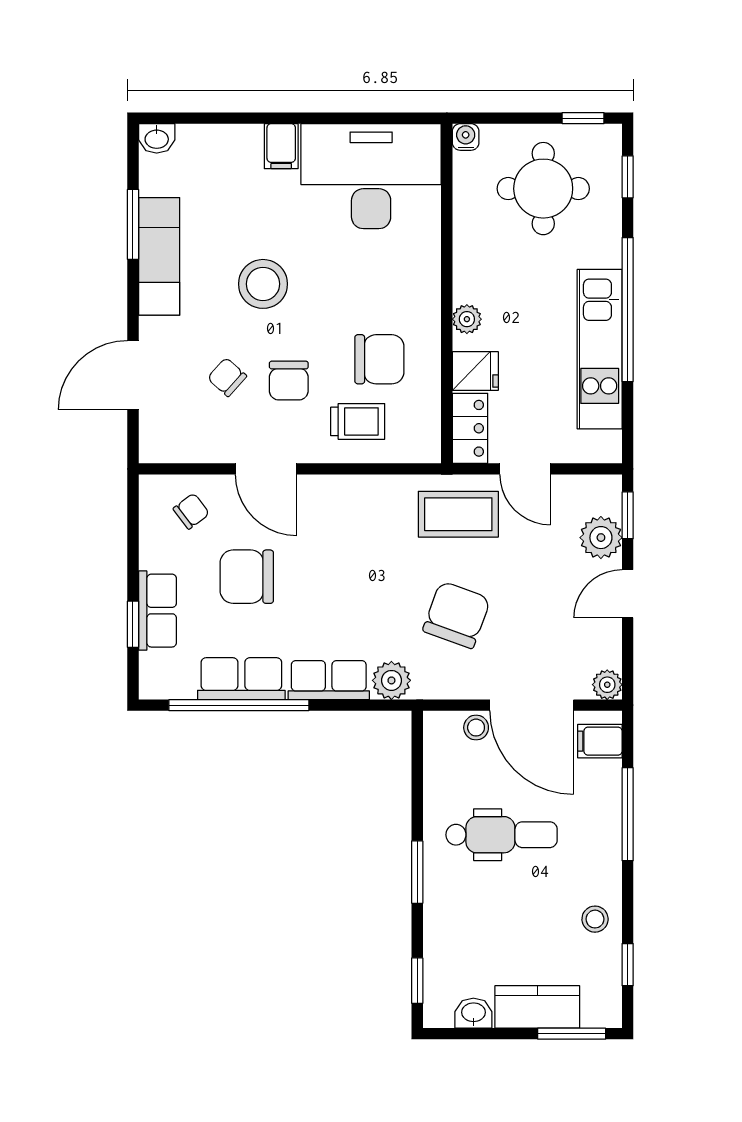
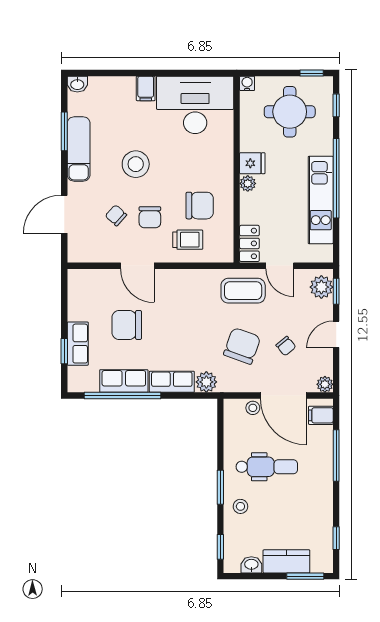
fridge: (475, 371) -> (252, 163), moved
chair: (191, 511) -> (286, 346), moved, turned 87
plant: (601, 538) -> (321, 287), moved
stool: (595, 919) -> (240, 506), moved

